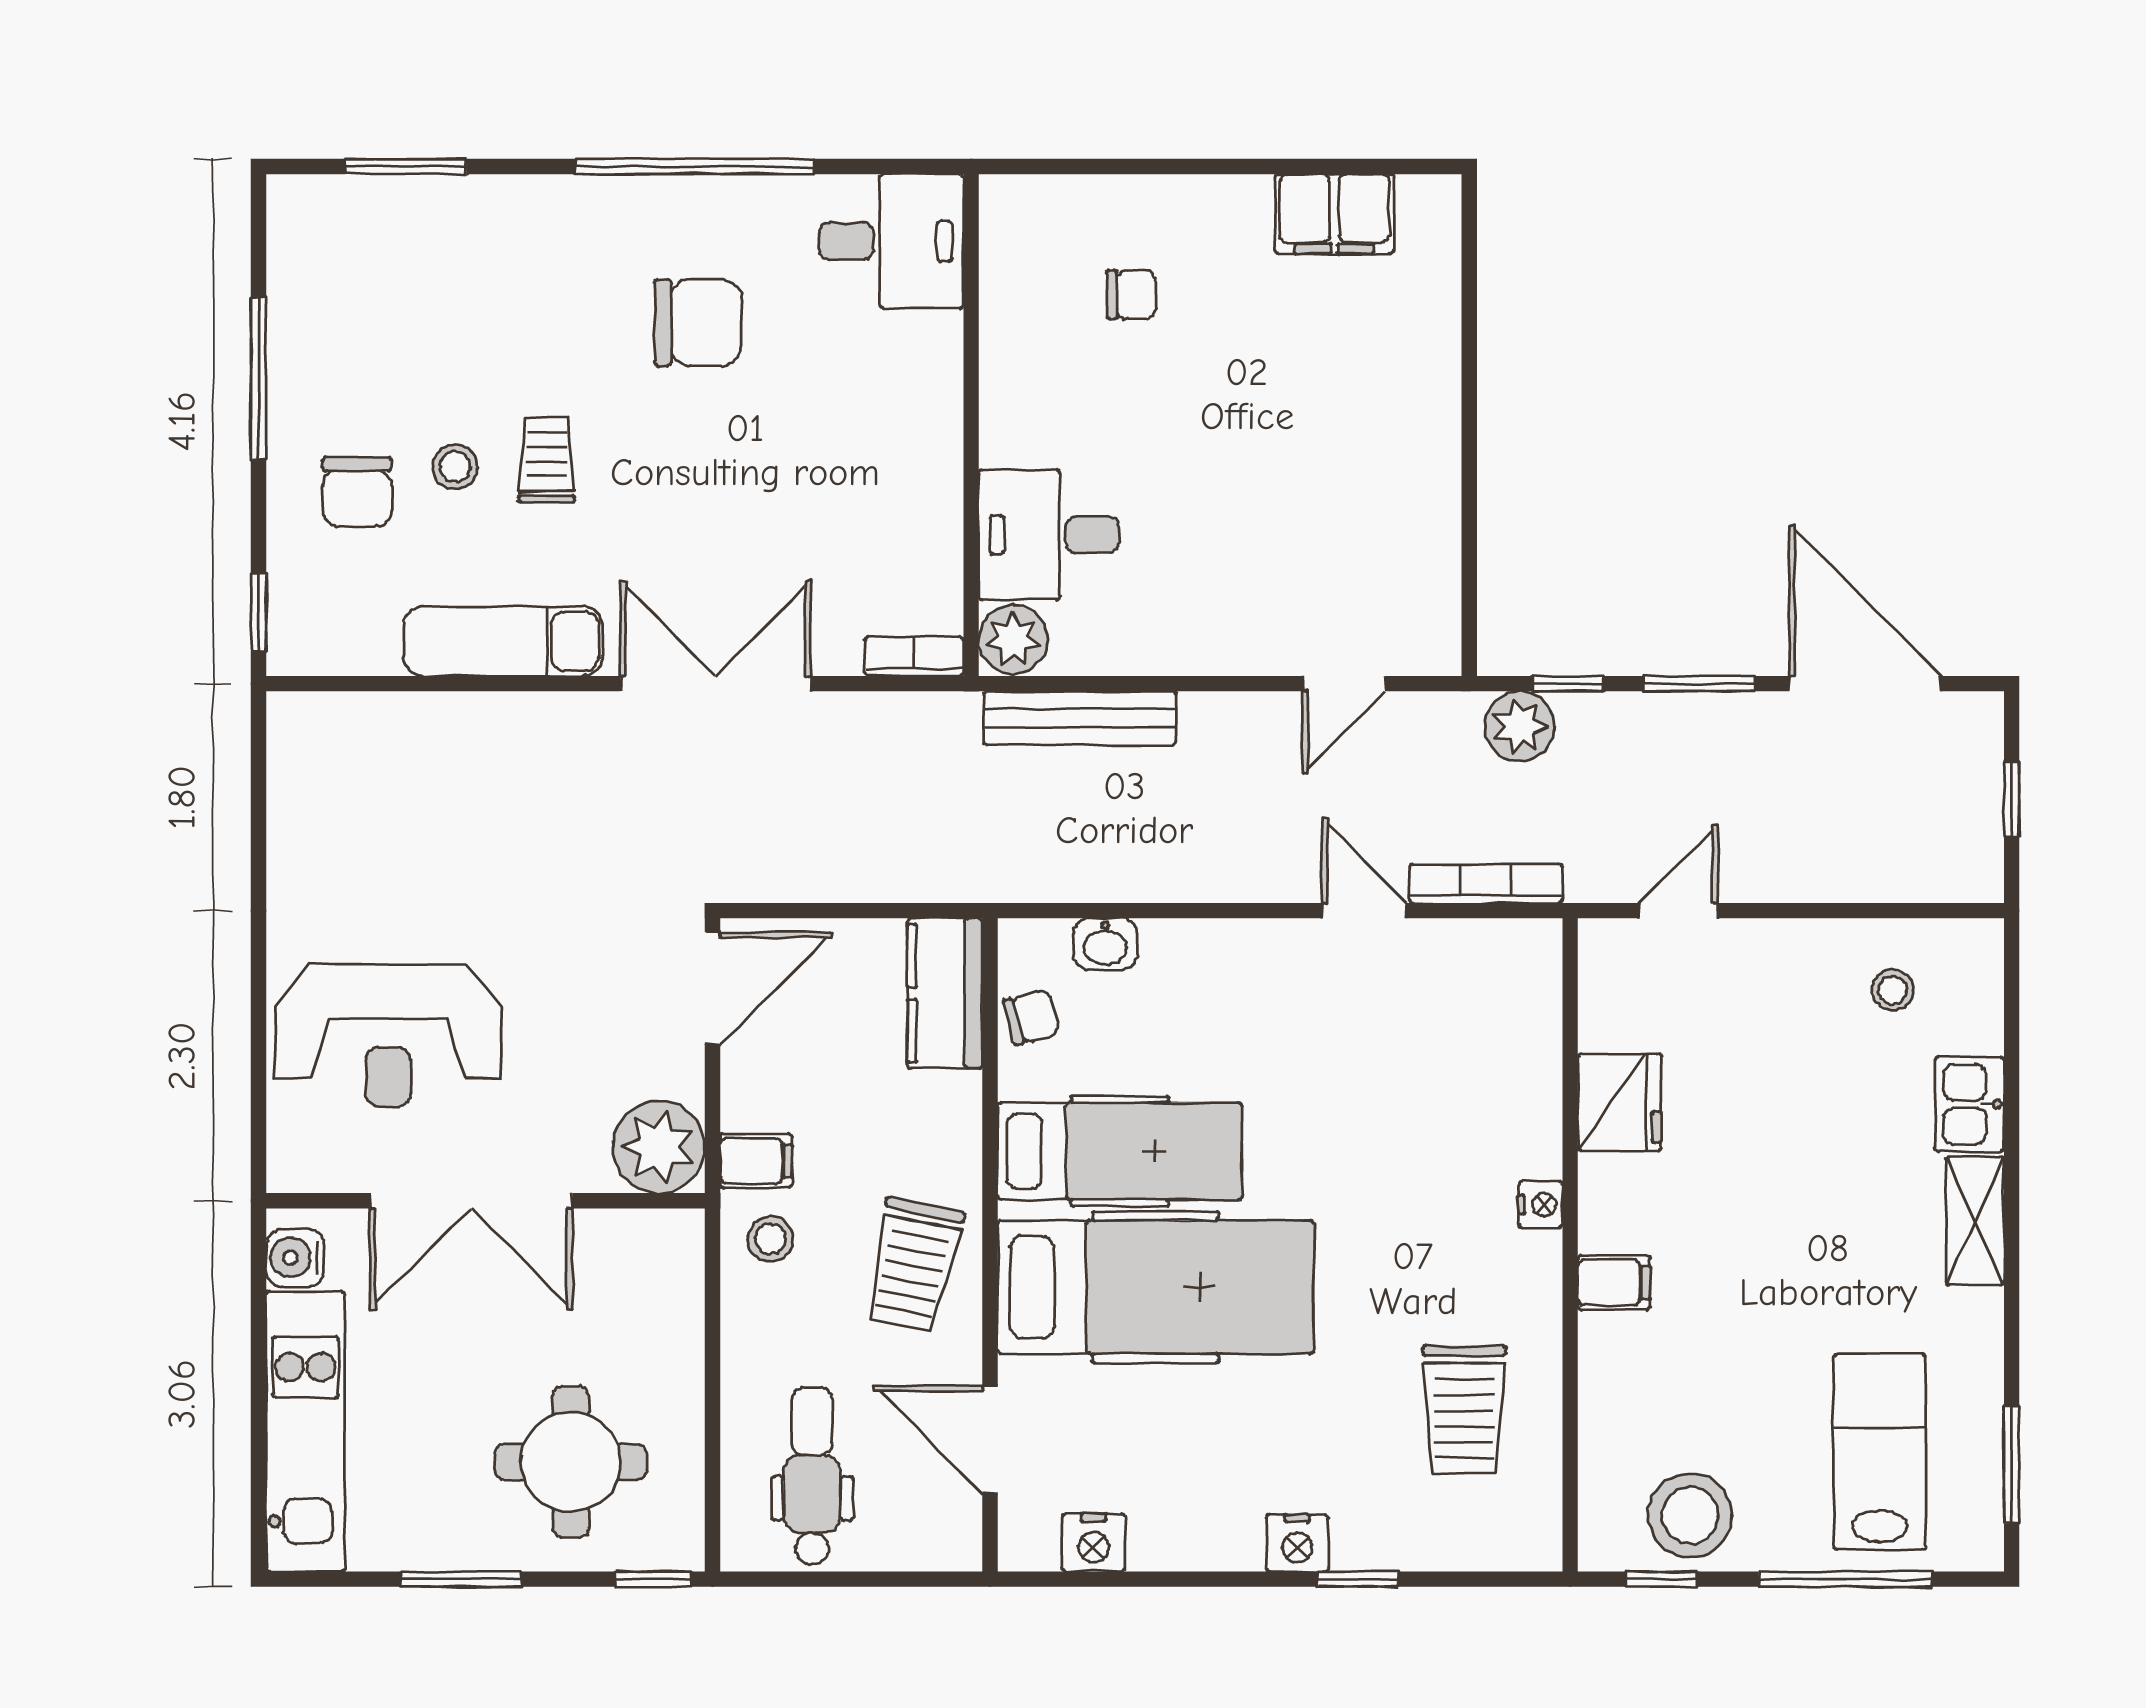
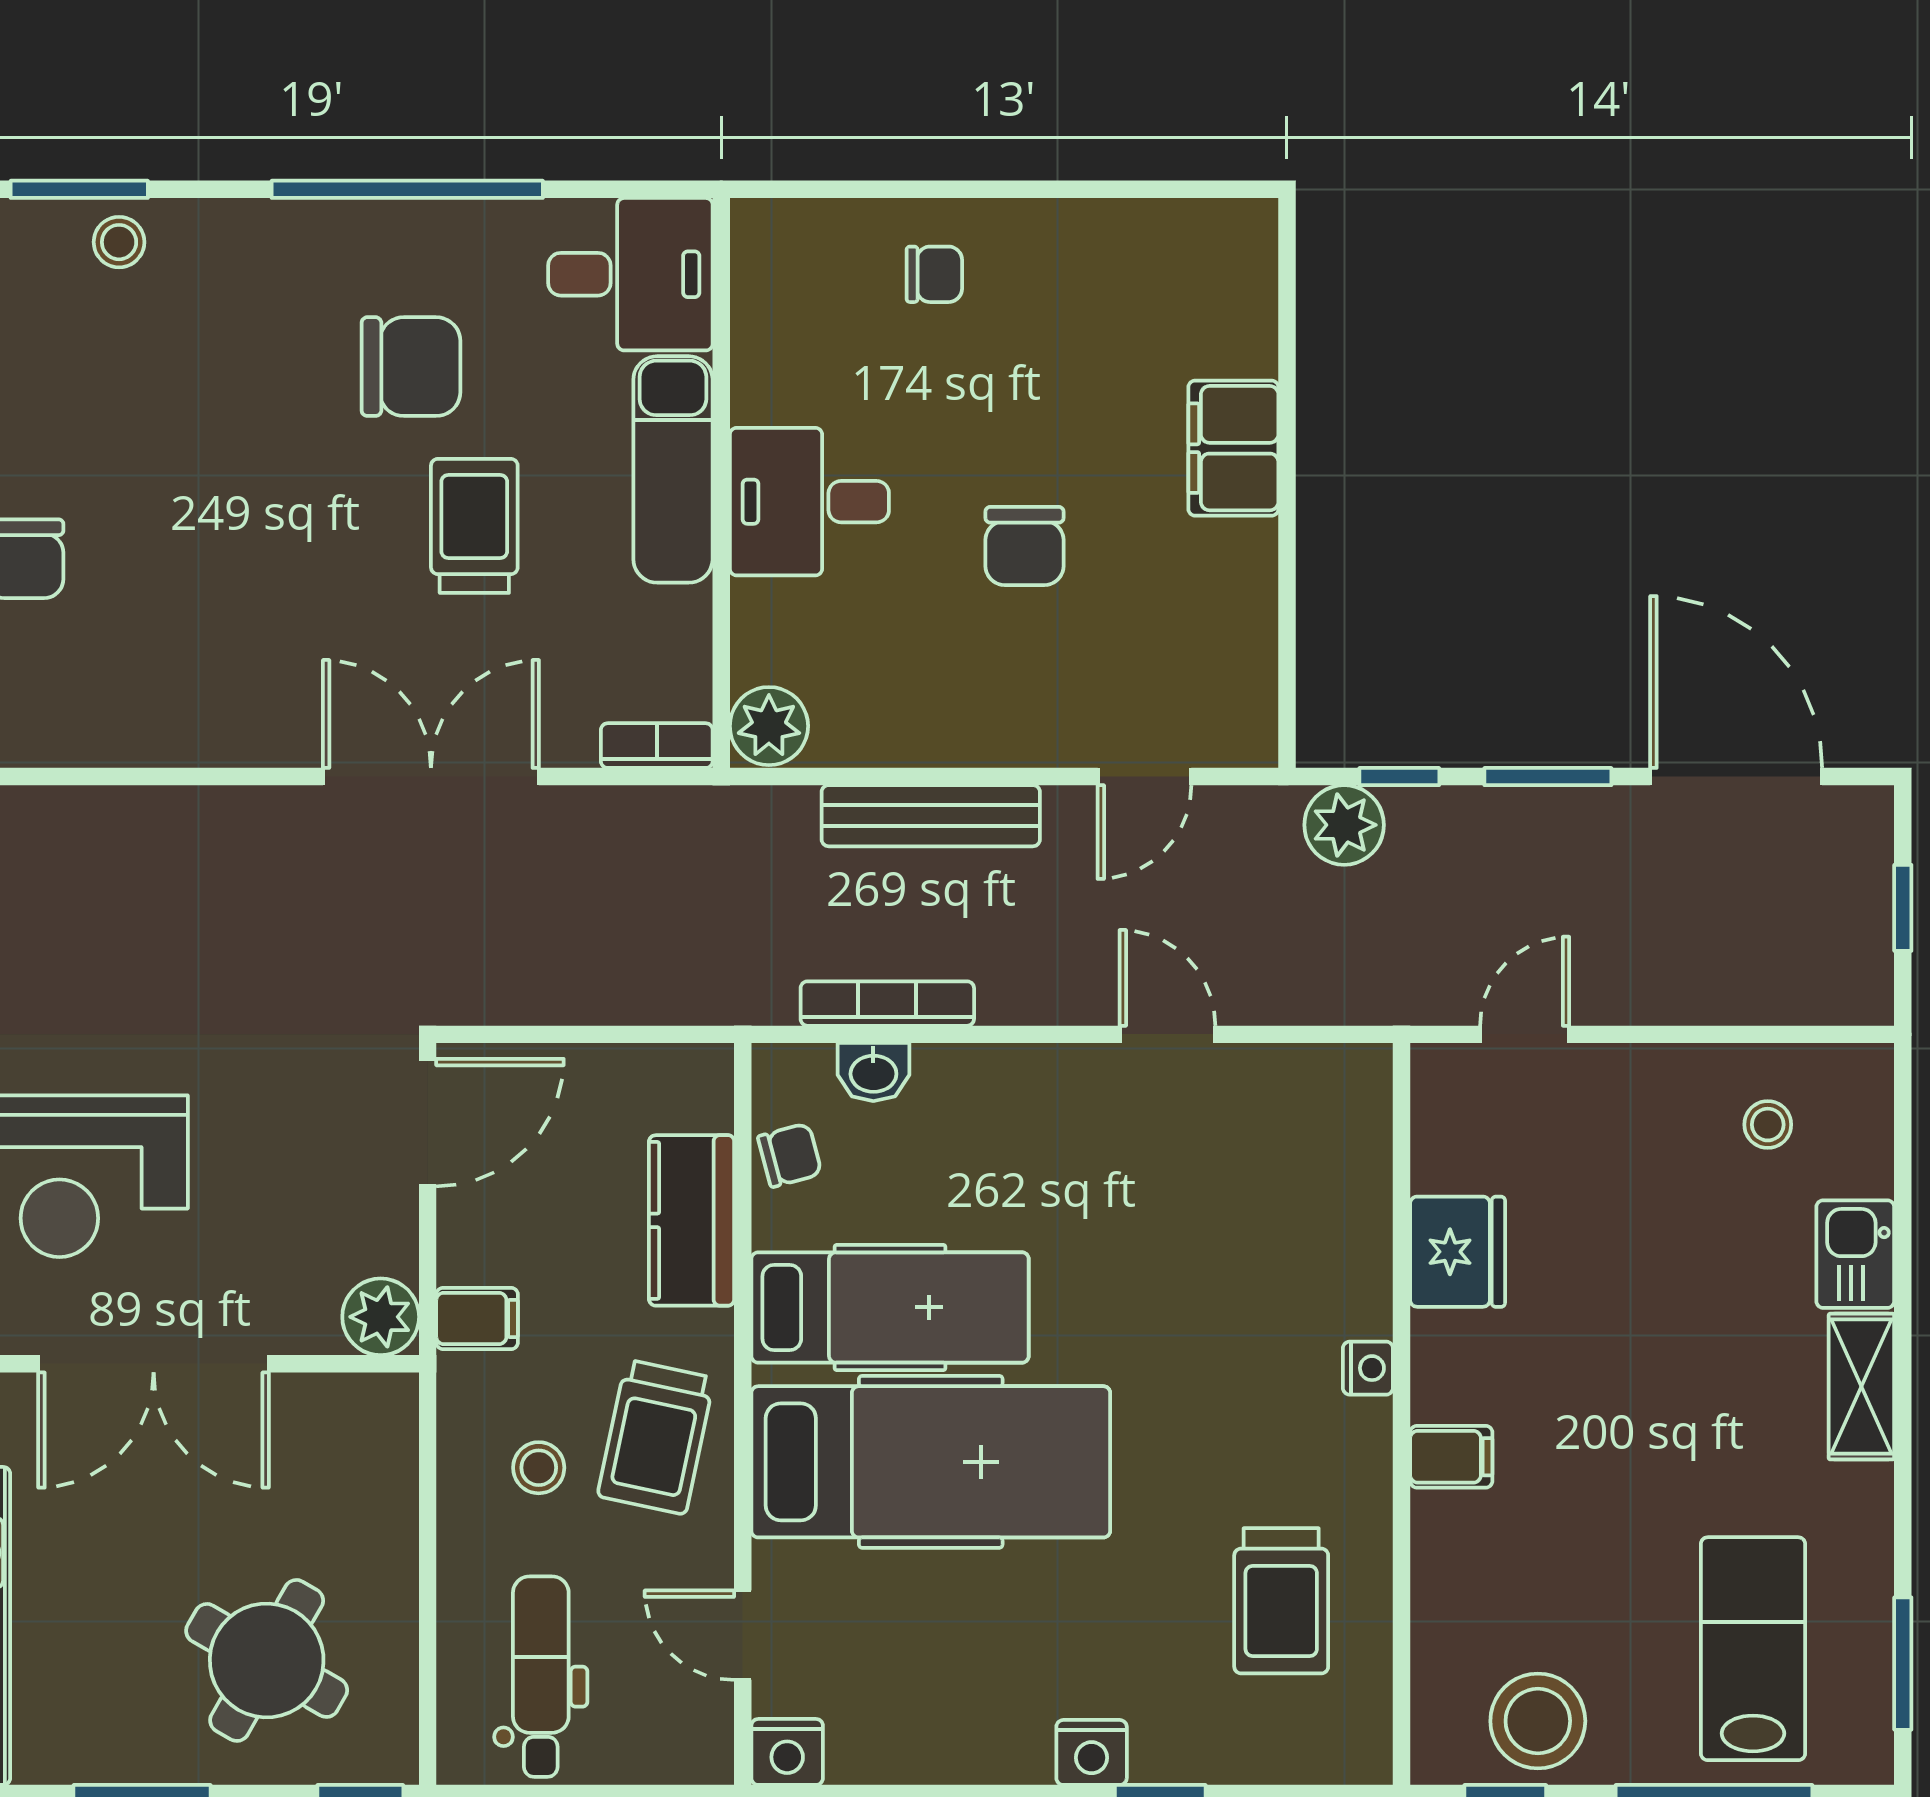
filing cabinet: (1334, 214) -> (1233, 448), moved, turned 90
chair: (1132, 295) -> (934, 274), moved
trolley: (547, 460) -> (474, 526), moved, width x1.36, depth x1.39
stool: (455, 467) -> (119, 242), moved
chair: (1238, 481) -> (1024, 546), added
desk: (1049, 535) -> (809, 502), moved
exam couch: (503, 641) -> (673, 469), moved, turned -90
bench: (1080, 718) -> (931, 816), moved
bookcase: (1486, 884) -> (887, 1004), moved
kitchen counter: (945, 993) -> (692, 1220), moved
plant: (659, 1147) -> (381, 1317), width x0.73, depth x0.73
stool: (770, 1239) -> (539, 1468), moved
door: (990, 1440) -> (743, 1635), width x0.73
round table: (571, 1462) -> (267, 1660), turned 30
nightstand: (1093, 1543) -> (787, 1752), moved

